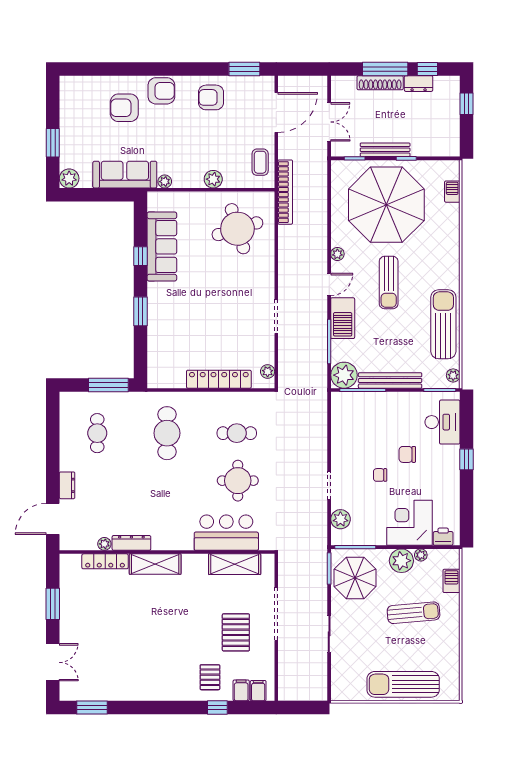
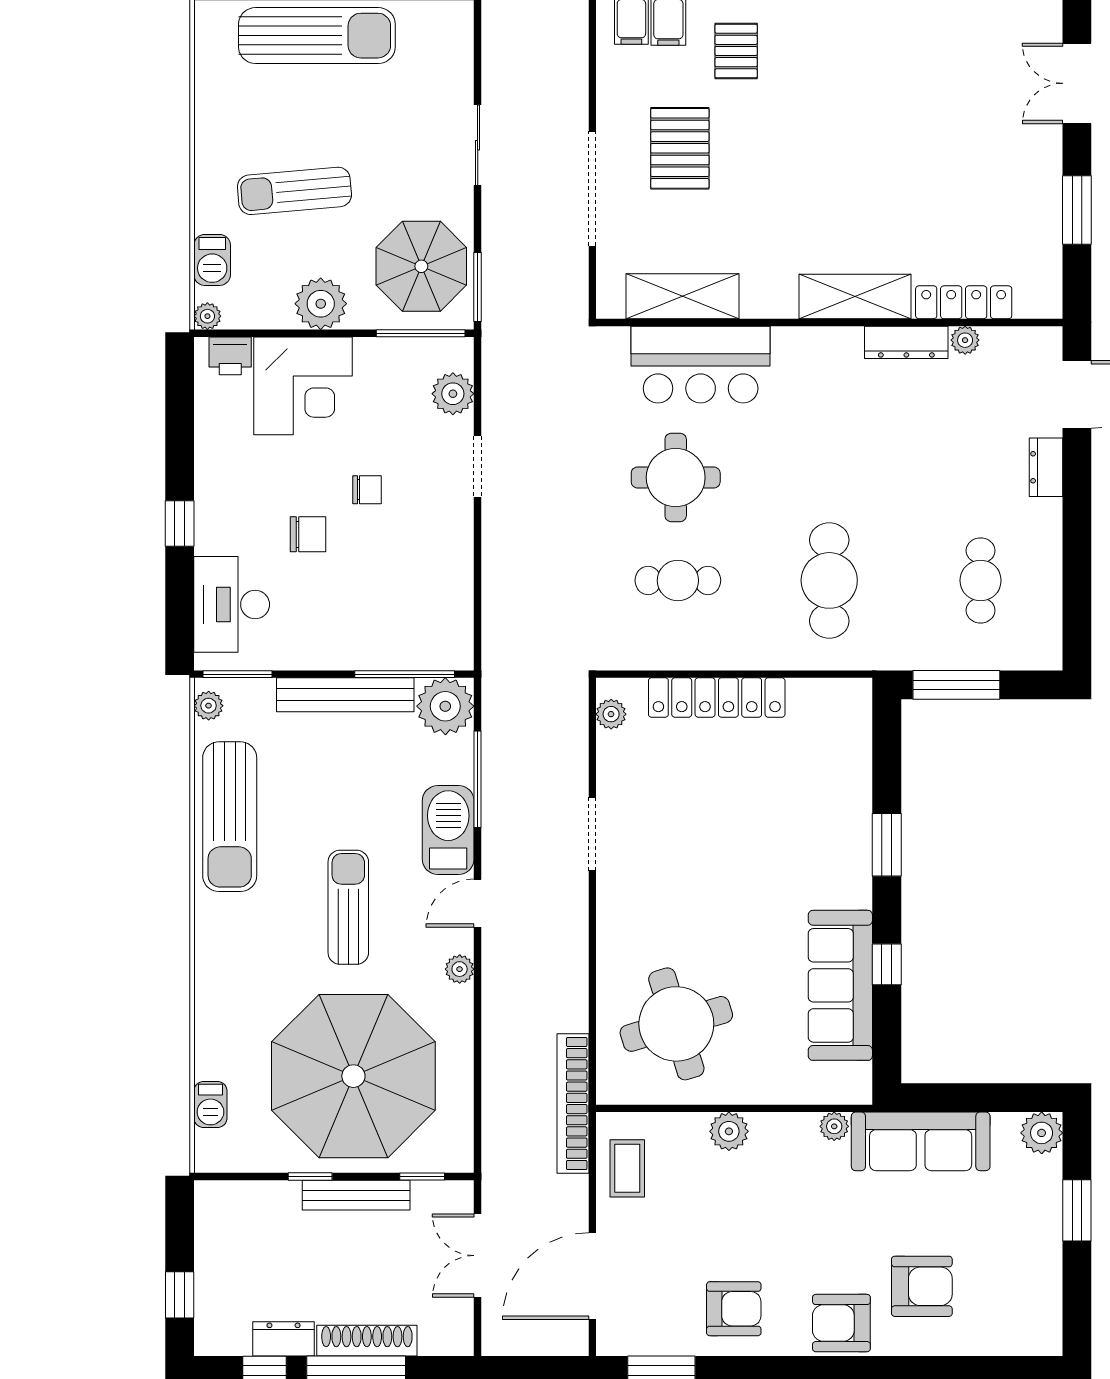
plant: (421, 555) -> (207, 316), moved

